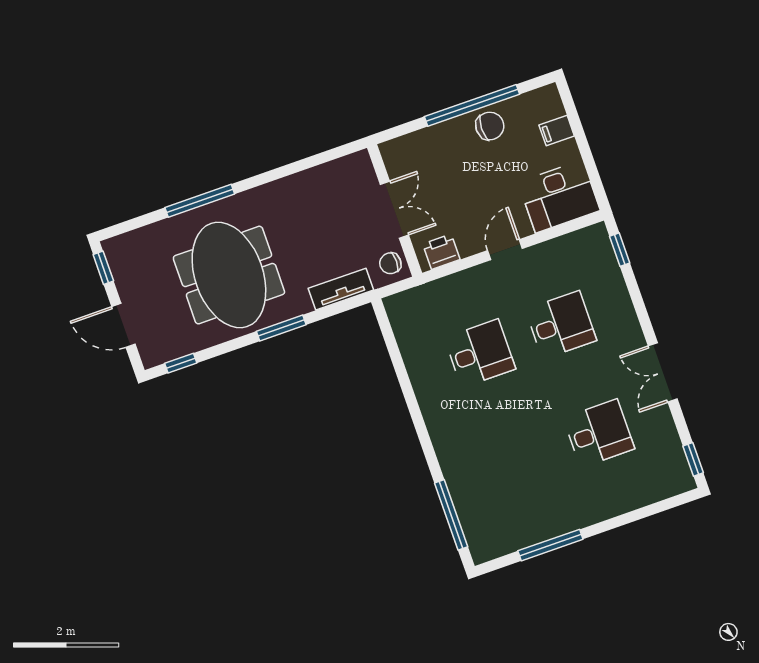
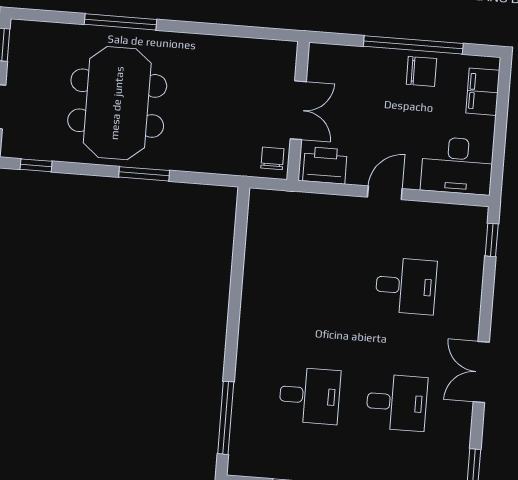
filing cabinet: (557, 131) -> (483, 92), width x2.00
printer: (441, 252) -> (325, 165), width x1.36, depth x1.24
chair: (390, 263) -> (272, 158), turned 90
tv unit: (341, 289) -> (216, 162), removed
desk: (480, 353) -> (310, 396), moved

